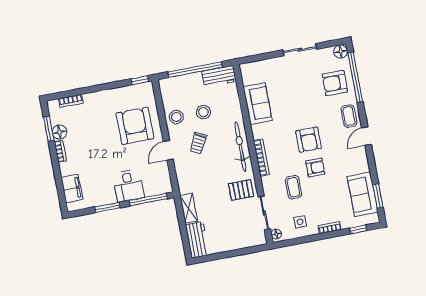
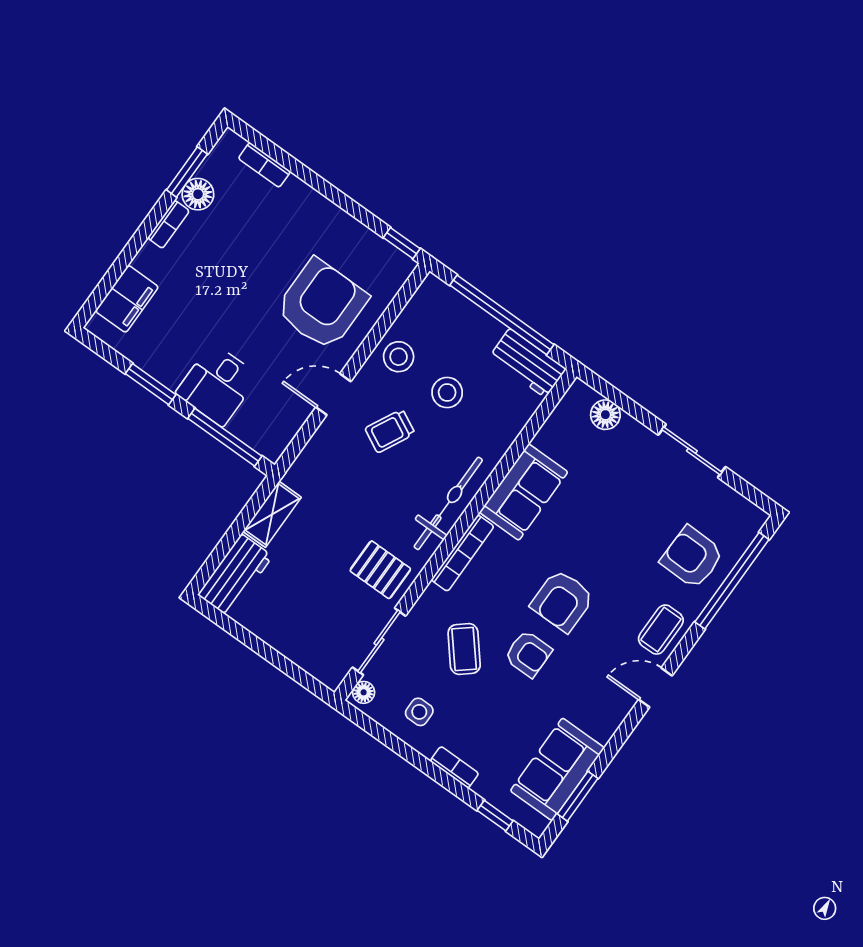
floor lamp: (341, 52) -> (605, 415), moved
sofa: (258, 104) -> (524, 492), moved
coffee table: (294, 187) -> (464, 649), turned -40

